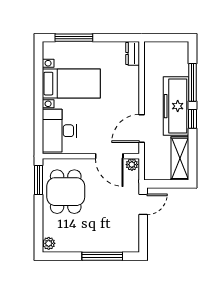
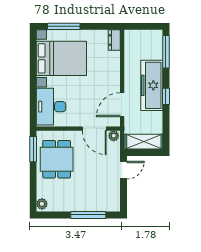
window: (192, 82) -> (166, 52), moved
bed with nightstands: (71, 84) -> (61, 58), width x1.36
shelving: (180, 158) -> (144, 142), moved, turned 90

